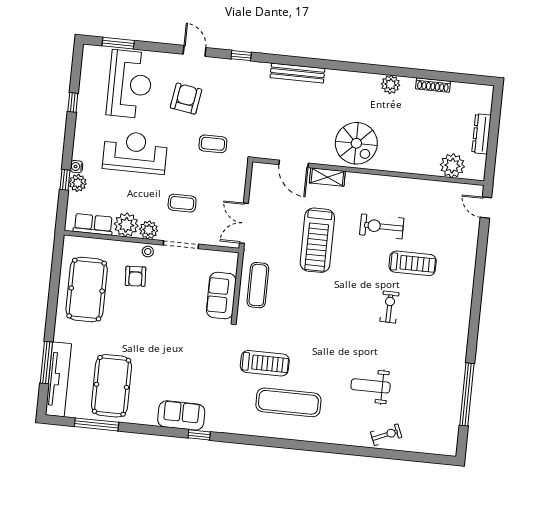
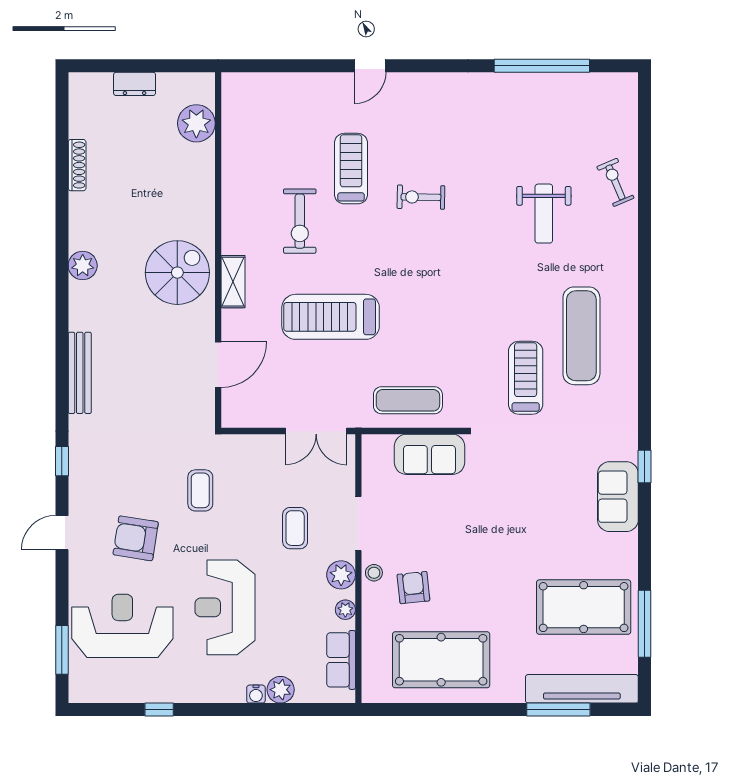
plant: (391, 84) -> (83, 266), moved
dresser: (481, 134) -> (135, 84), width x0.70
shelving: (327, 177) -> (233, 282), moved
window: (65, 180) -> (278, 710), removed
door: (486, 208) -> (370, 66), moved
plant: (126, 225) -> (345, 610), width x0.53, depth x0.53
treadmill: (317, 240) -> (331, 317), turned 180
armchair: (136, 276) -> (413, 588), turned -93

